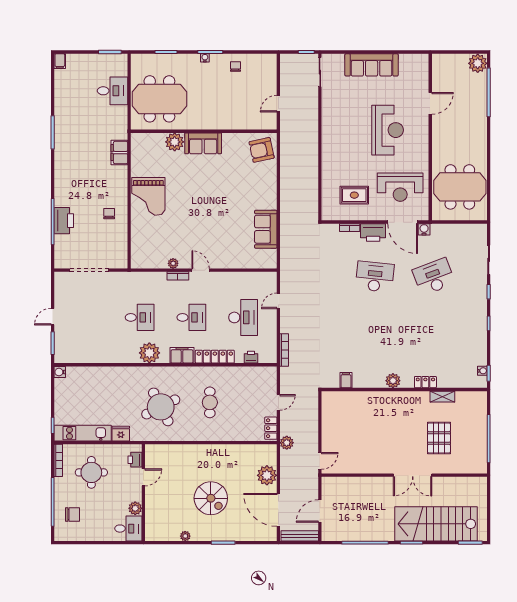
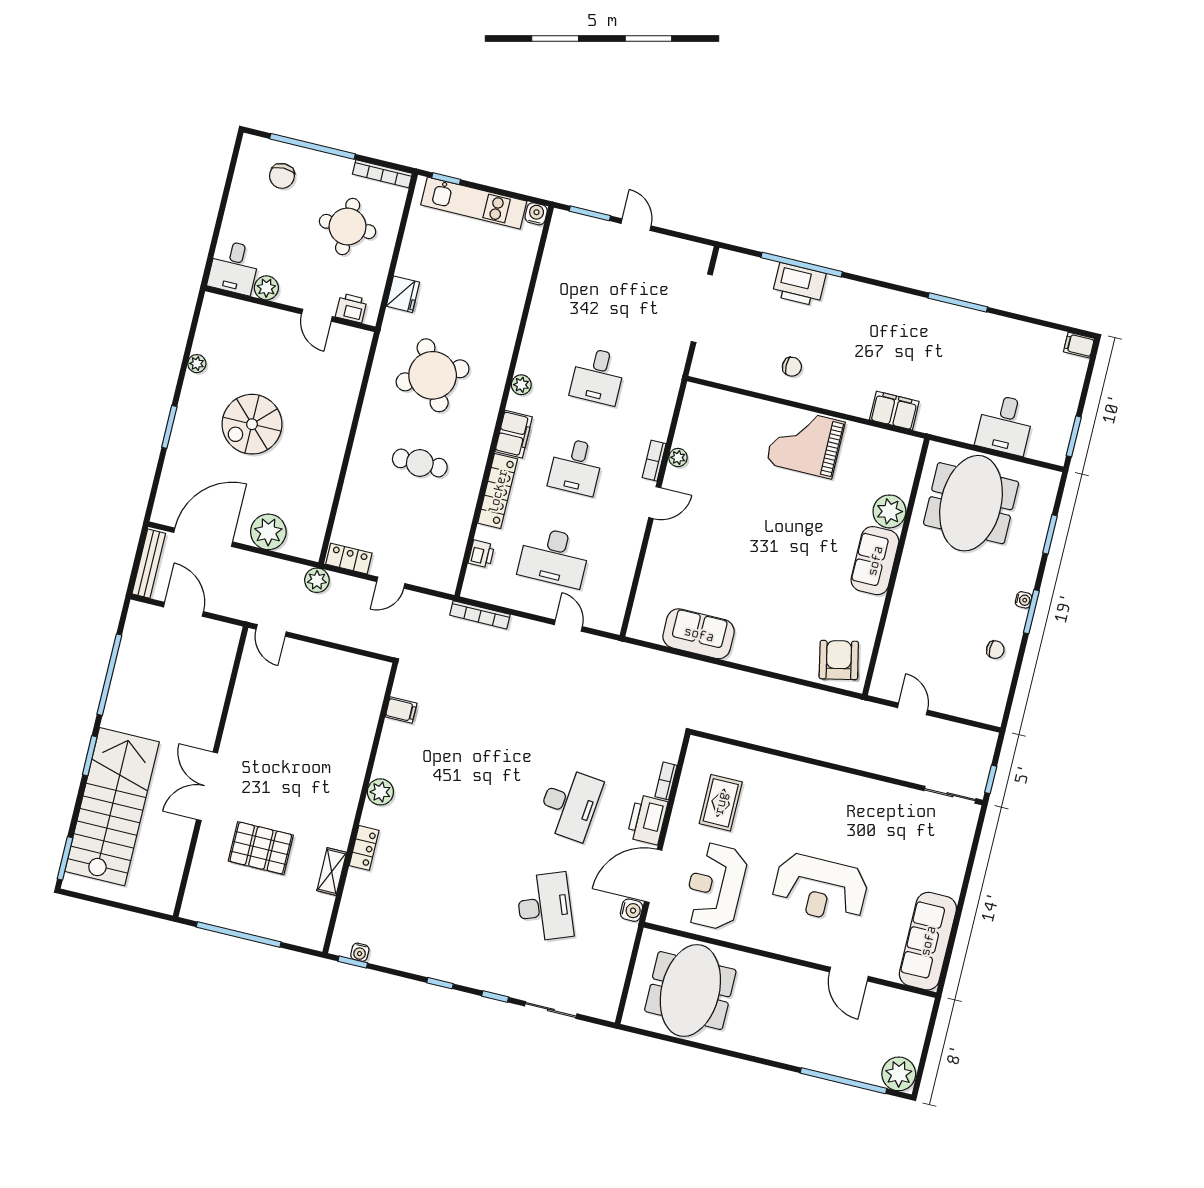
sofa: (372, 65) -> (928, 941), moved
plant: (149, 353) -> (521, 385), width x0.53, depth x0.53
door: (278, 402) -> (391, 583), hinge flipped
kitchen unit: (83, 433) -> (474, 203), moved, turned 90

